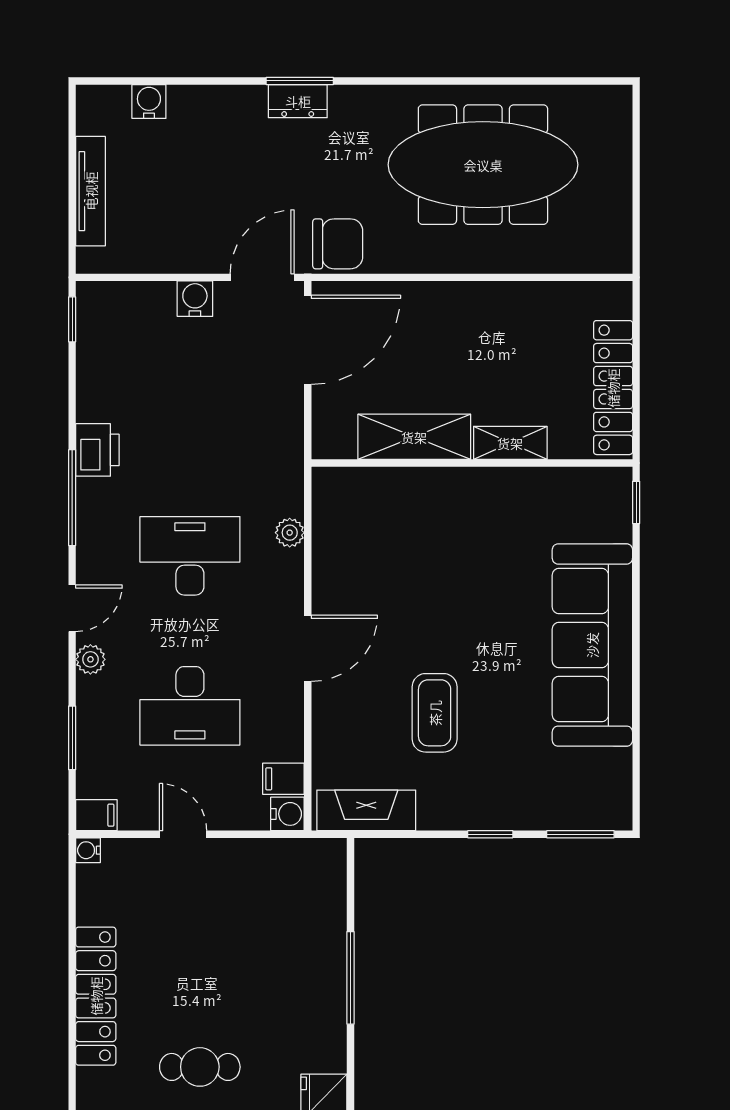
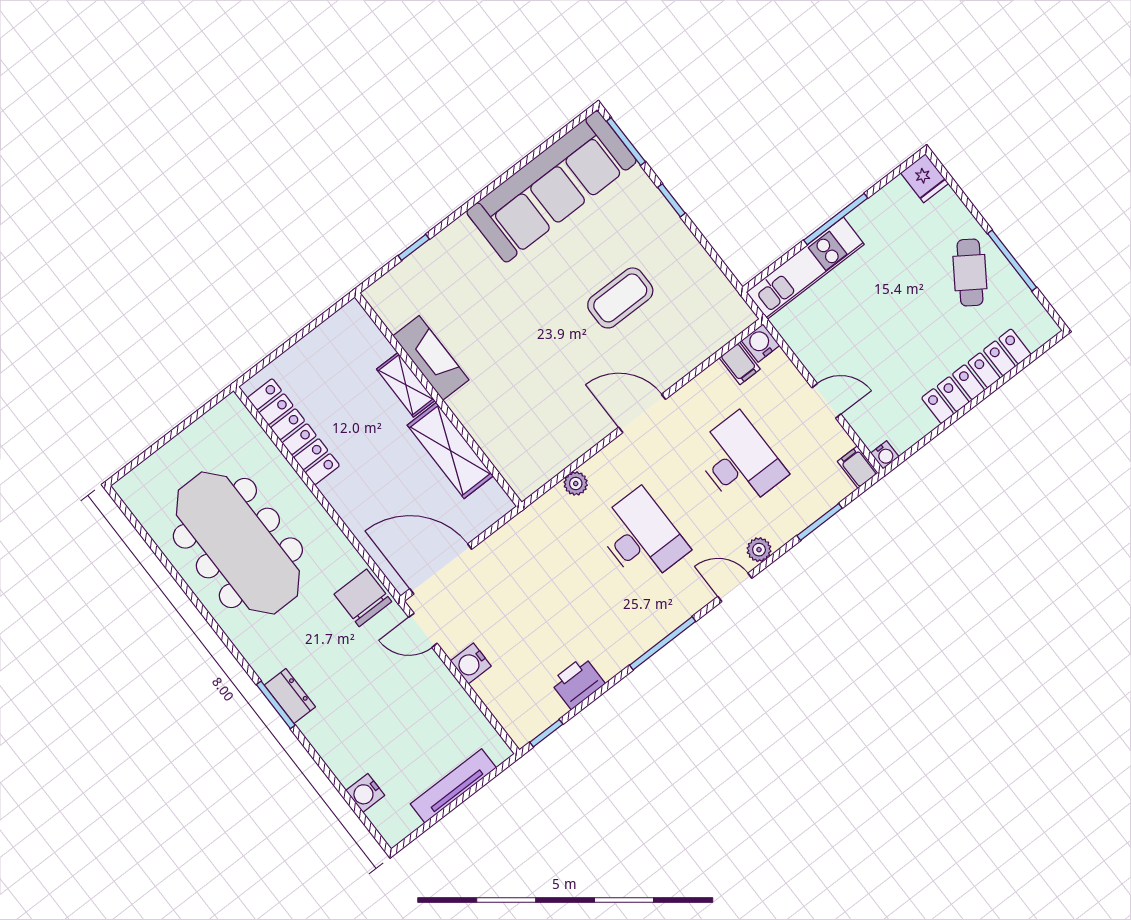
door: (262, 277) -> (423, 630), width x0.73
locker: (613, 388) -> (293, 432), moved, turned -90
printer: (97, 450) -> (578, 683), moved
window: (636, 502) -> (414, 247), moved
desk: (190, 556) -> (641, 537), turned 180
sofa: (592, 645) -> (551, 187), moved
fireplace: (366, 810) -> (431, 358), moved, turned 180
door: (183, 834) -> (826, 401), swing flipped
kitchen unit: (326, 912) -> (805, 268), added
cafe table: (200, 1067) -> (970, 273), turned 34

